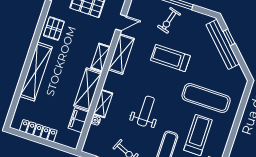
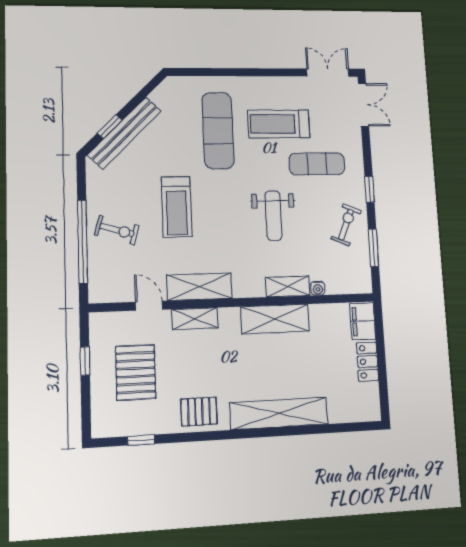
shelving: (100, 57) -> (195, 319), moved
weight bench: (146, 111) -> (273, 216), turned -90
filing cabinet: (78, 120) -> (363, 321), moved, turned 90
locker: (38, 131) -> (367, 362), width x0.66

